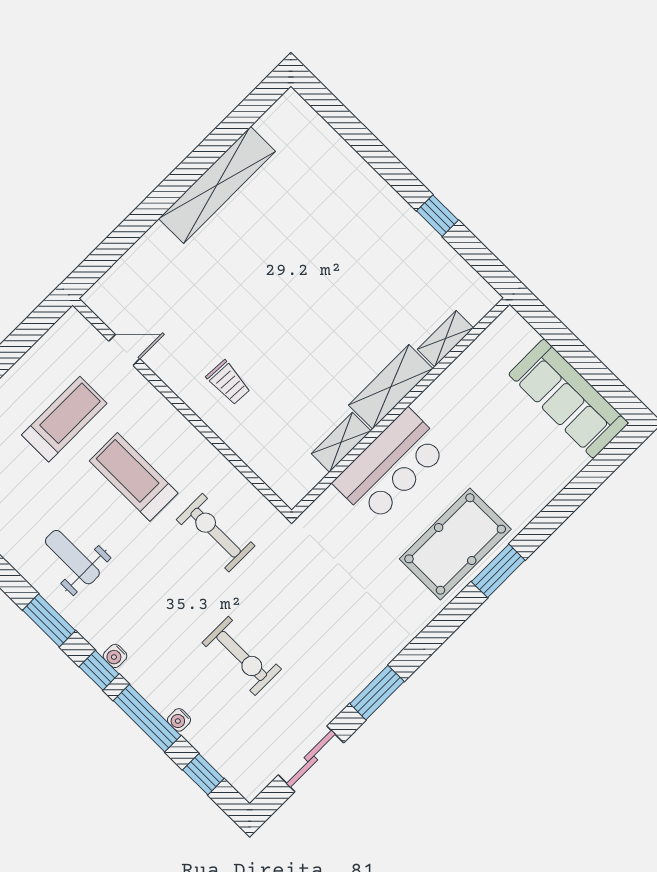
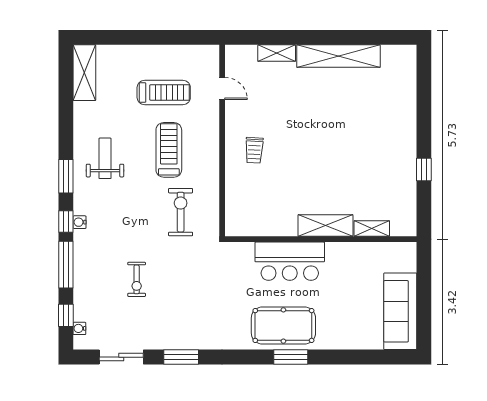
shelving: (341, 442) -> (277, 53), moved
exercise bike: (242, 656) -> (137, 279), width x0.73, depth x0.72
water cooler: (179, 720) -> (79, 328), moved

